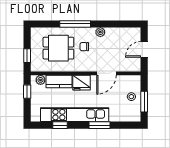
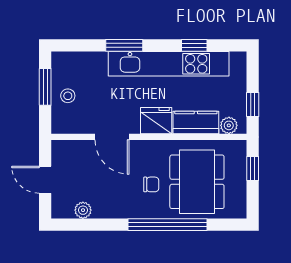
window: (75, 24) -> (168, 225), width x1.46
plant: (100, 32) -> (83, 210), moved
dining table: (58, 48) -> (197, 182), width x1.37
door: (144, 49) -> (45, 180), swing flipped
door: (106, 73) -> (112, 137), swing flipped

